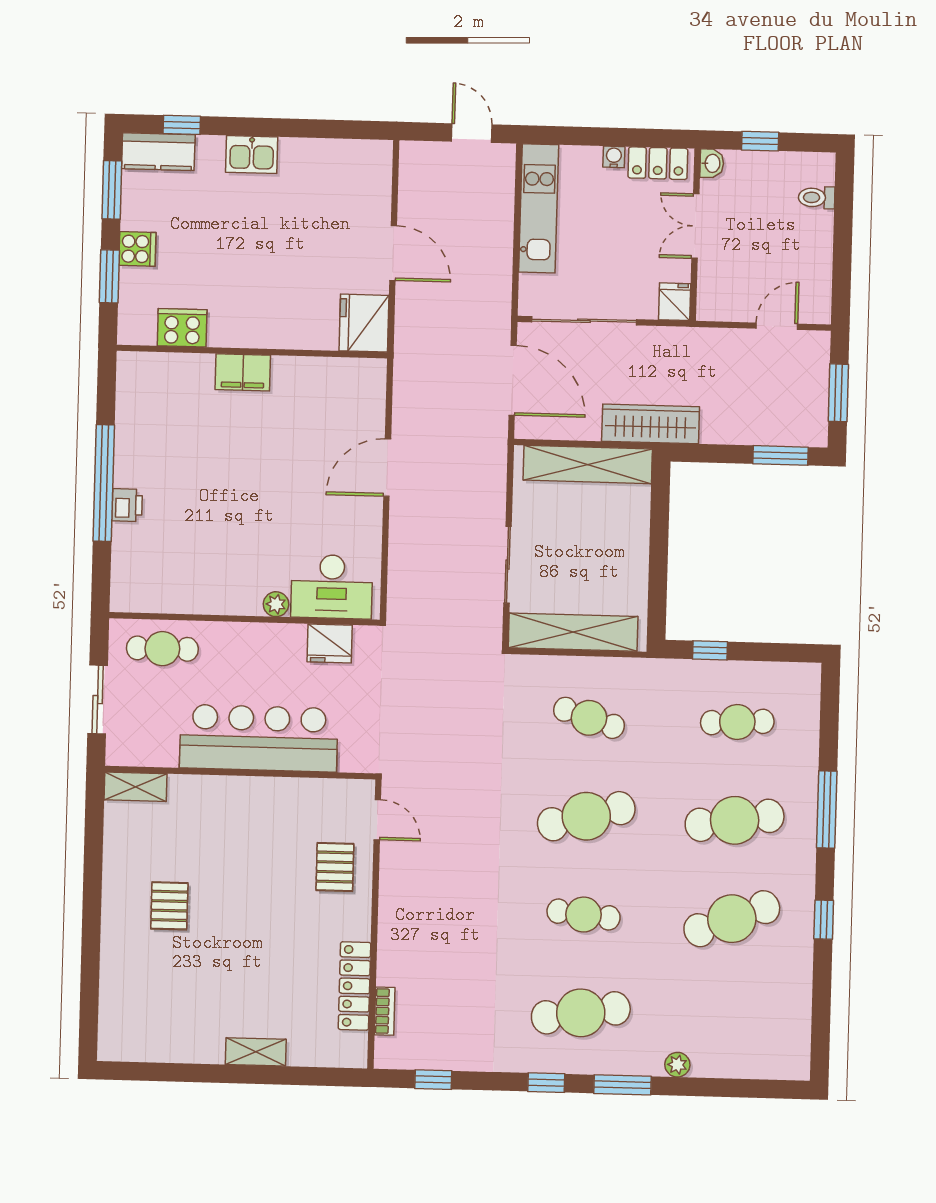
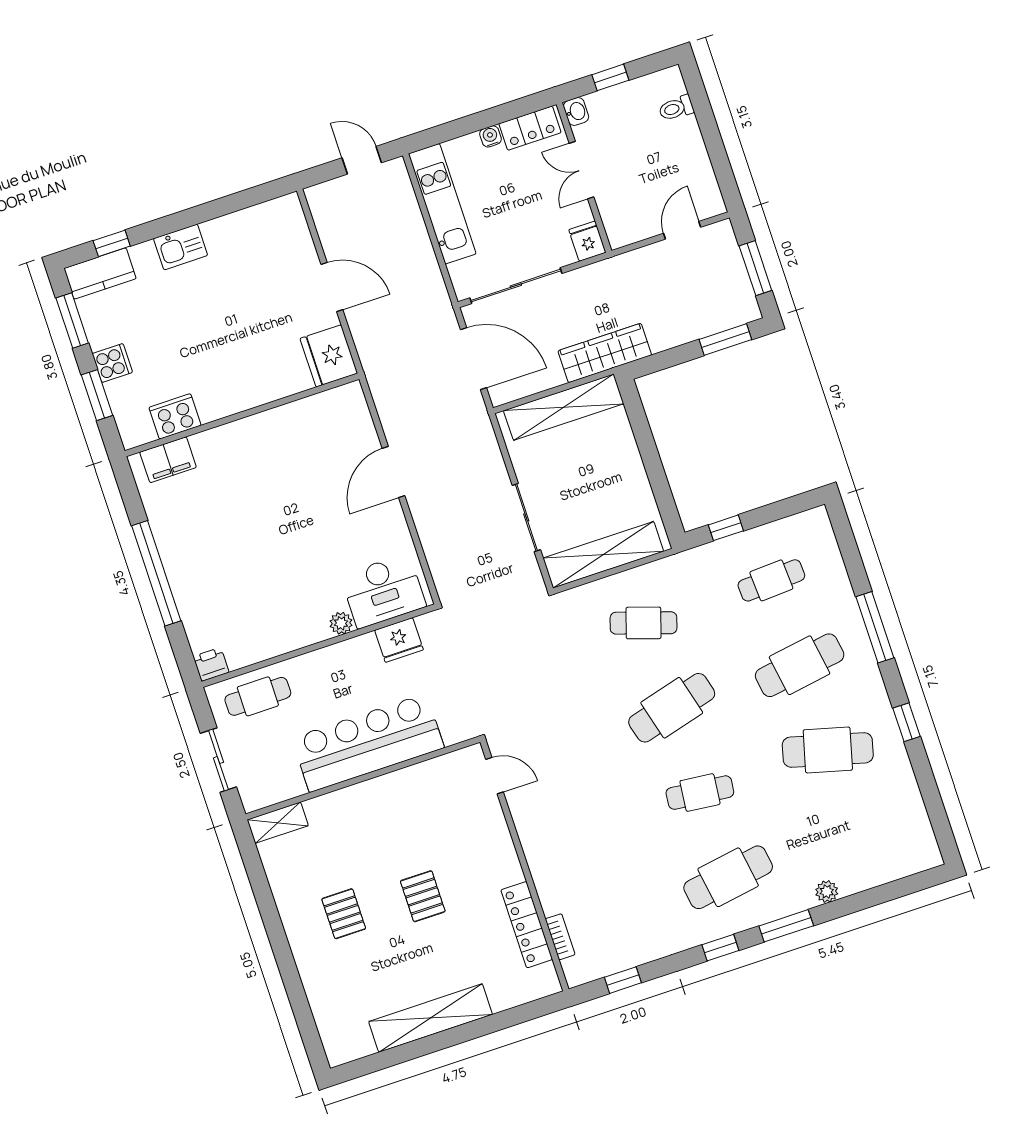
filing cabinet: (243, 372) -> (168, 460), moved
printer: (127, 505) -> (211, 664), moved, turned -90
pallet: (335, 867) -> (423, 896), moved
cafe table: (732, 919) -> (828, 750), turned 36
shelving: (256, 1052) -> (431, 1018), width x2.20, depth x1.33

